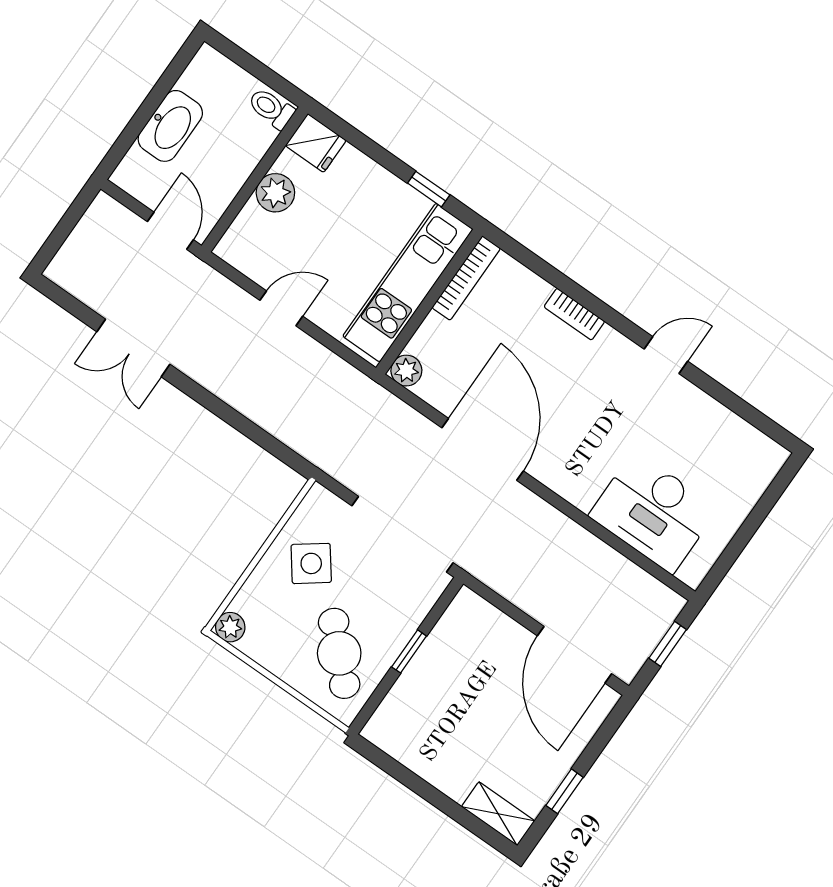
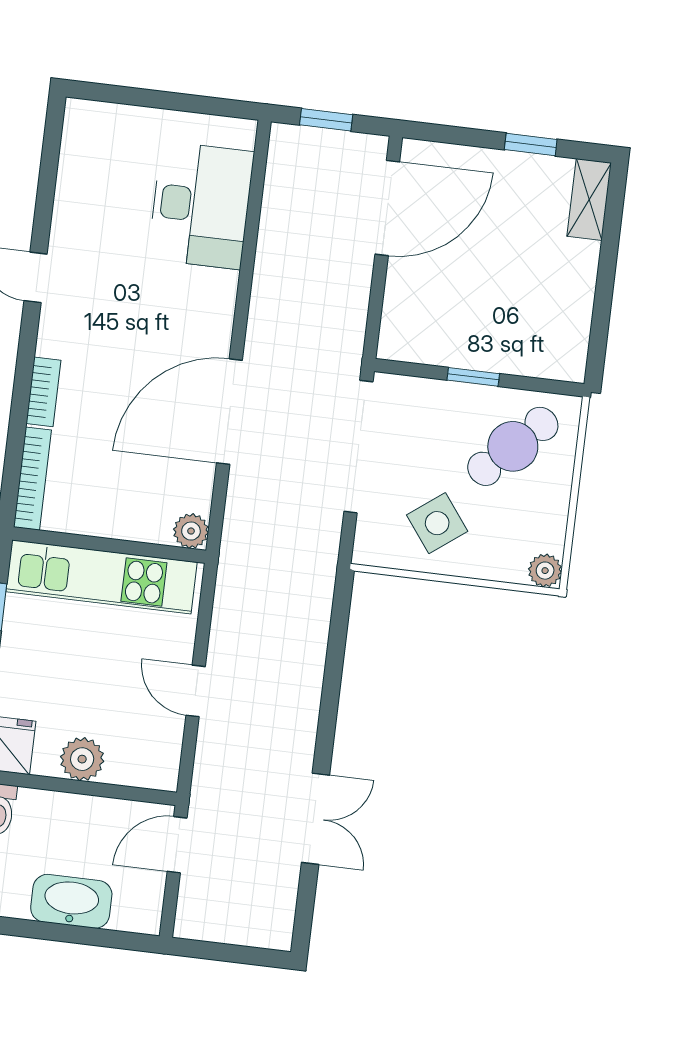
bookcase: (466, 278) -> (32, 479), moved, turned 90

